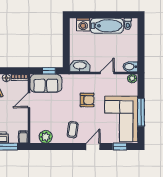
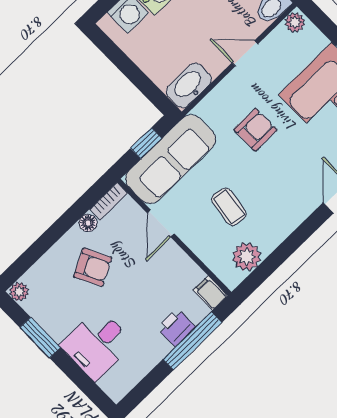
door: (107, 73) -> (245, 53), hinge flipped
sofa: (46, 83) -> (171, 159), width x1.36
coffee table: (73, 130) -> (229, 207), moved

